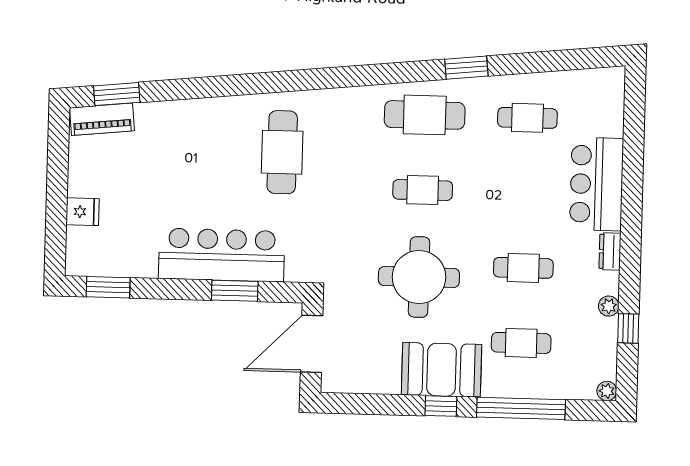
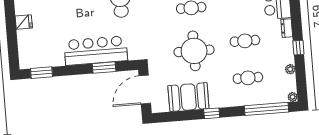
fridge: (83, 212) -> (24, 22), moved
plant: (609, 306) -> (290, 69), moved
window: (628, 328) -> (298, 48), moved
booth: (442, 370) -> (188, 97), moved
window: (521, 408) -> (266, 109), moved

